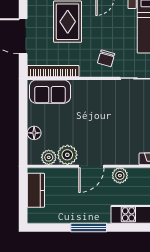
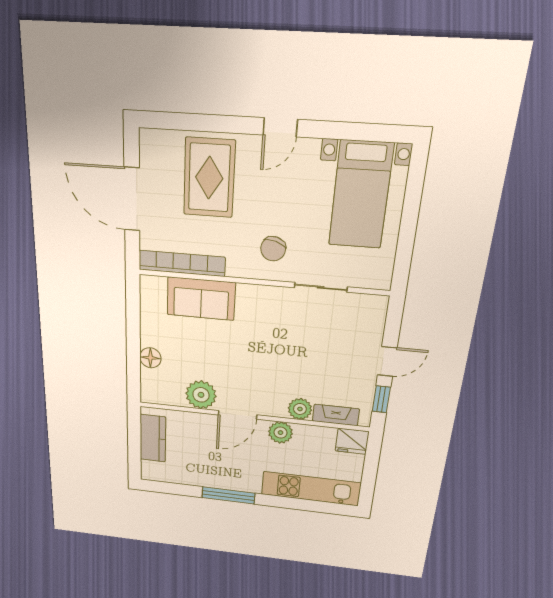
sofa: (50, 92) -> (201, 299), moved
plant: (49, 157) -> (300, 409), moved

